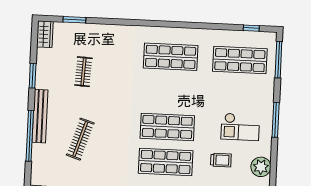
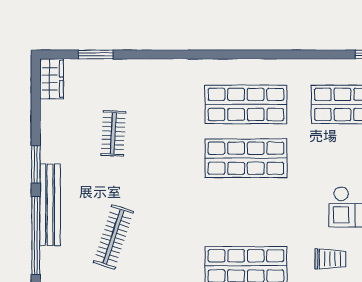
window: (33, 76) -> (36, 164), moved
shop shelf: (167, 127) -> (246, 158), moved

